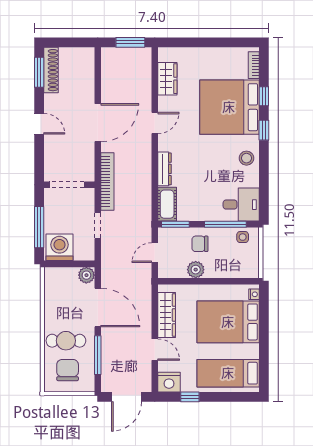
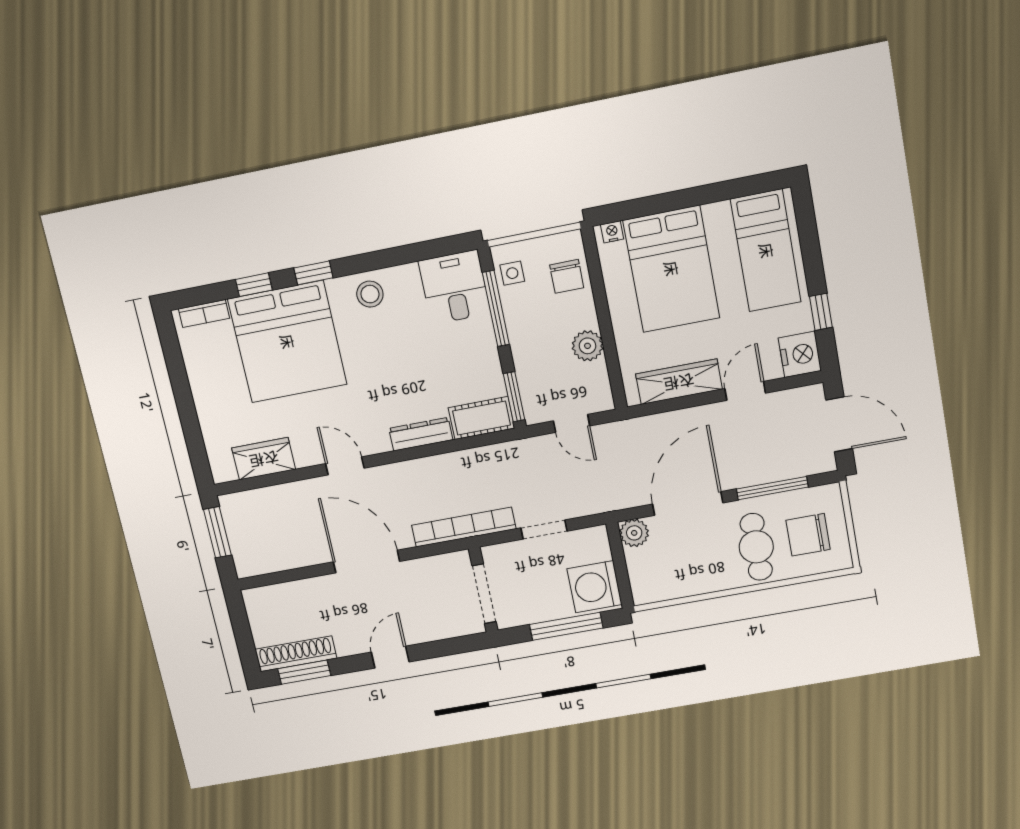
chair: (200, 244) -> (567, 276), moved

